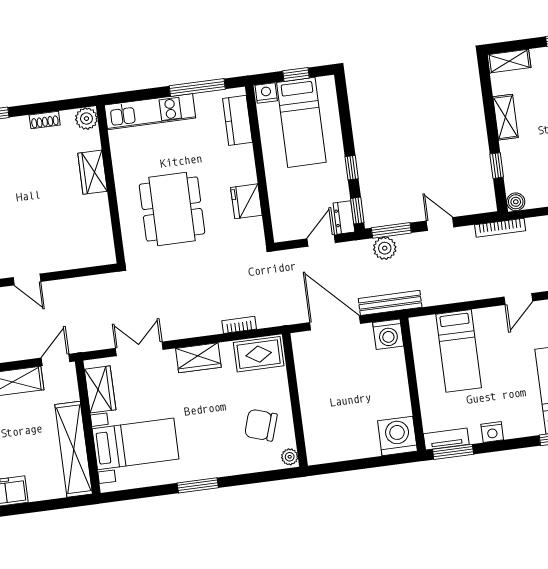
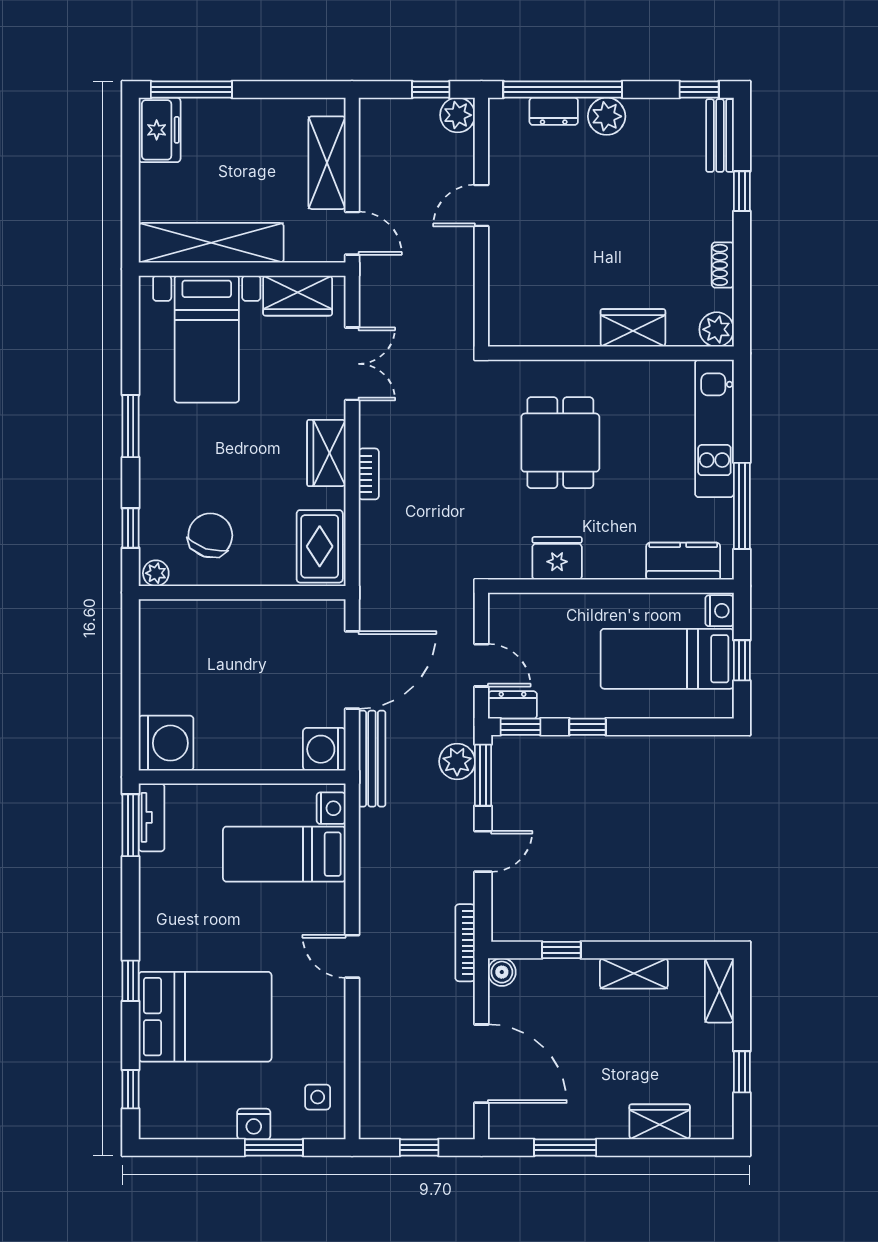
dining table: (172, 209) -> (560, 443), width x0.73
bookcase: (239, 325) -> (369, 474), moved
nightstand: (492, 432) -> (331, 808), moved, turned 180
window: (263, 477) -> (130, 528), added

